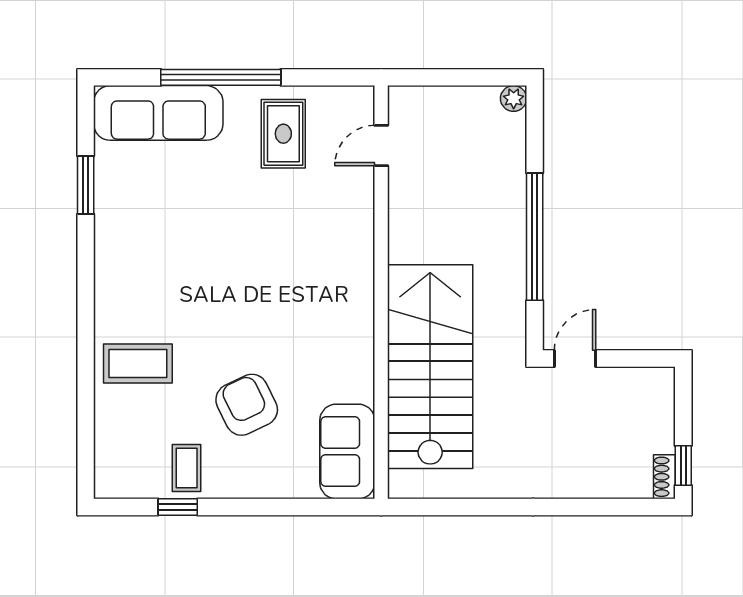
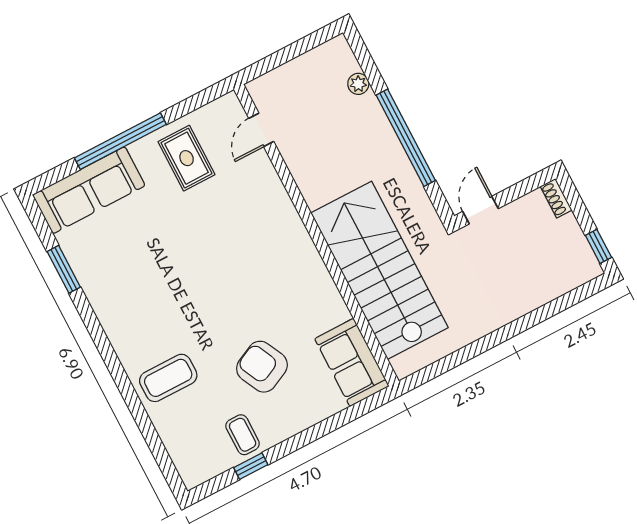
plant: (514, 98) -> (358, 84), moved
shoe rack: (664, 477) -> (556, 198), moved

